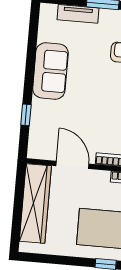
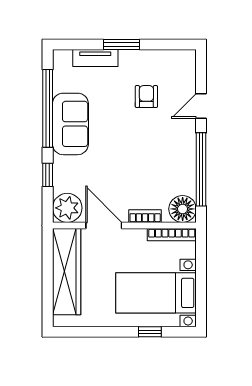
window: (31, 55) -> (48, 108), added
plant: (41, 146) -> (67, 208), added

